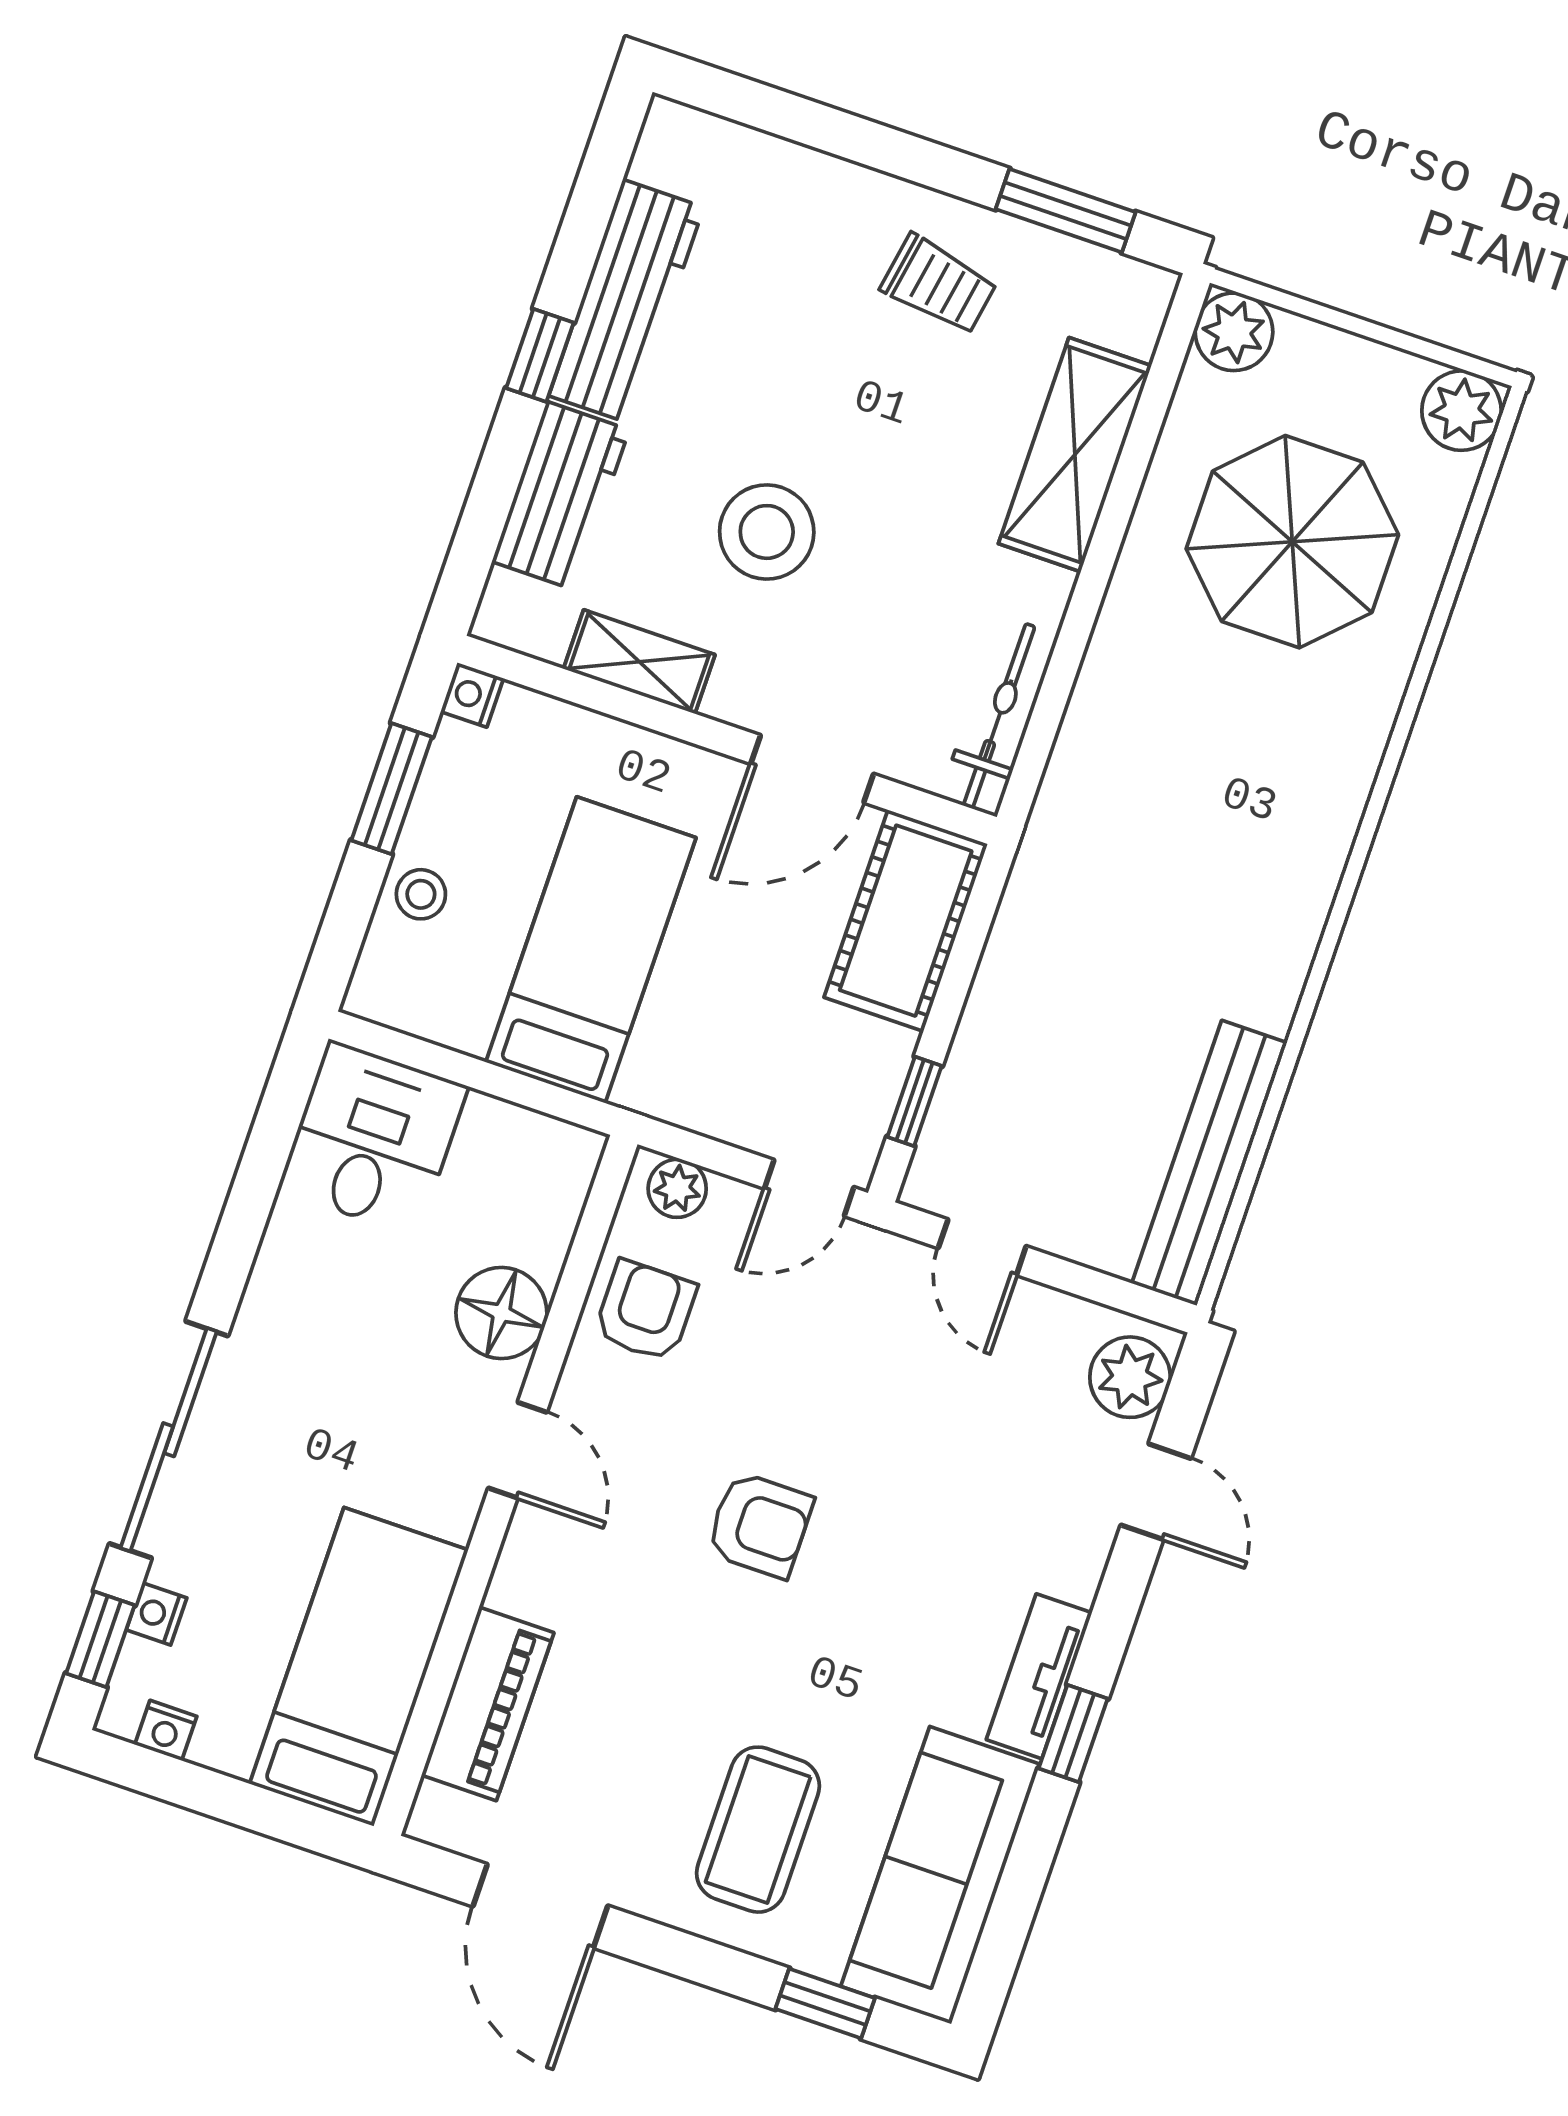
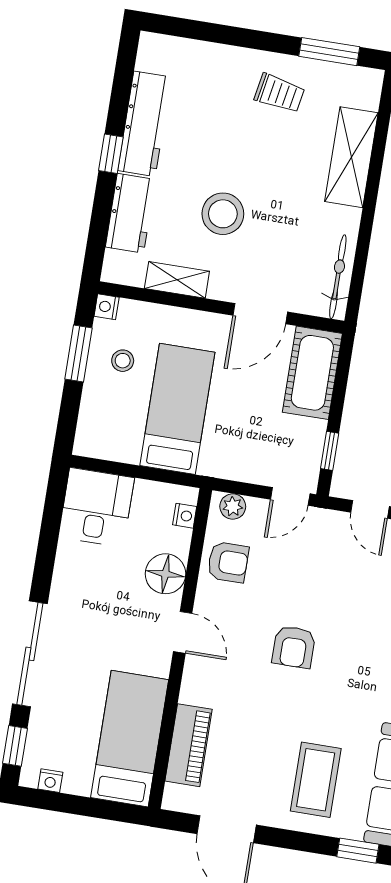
stool: (421, 894) -> (123, 361), moved
armchair: (645, 1311) -> (228, 562), turned 90
armchair: (760, 1525) -> (294, 647), turned 90
nightstand: (156, 1614) -> (185, 516), moved, turned 180

